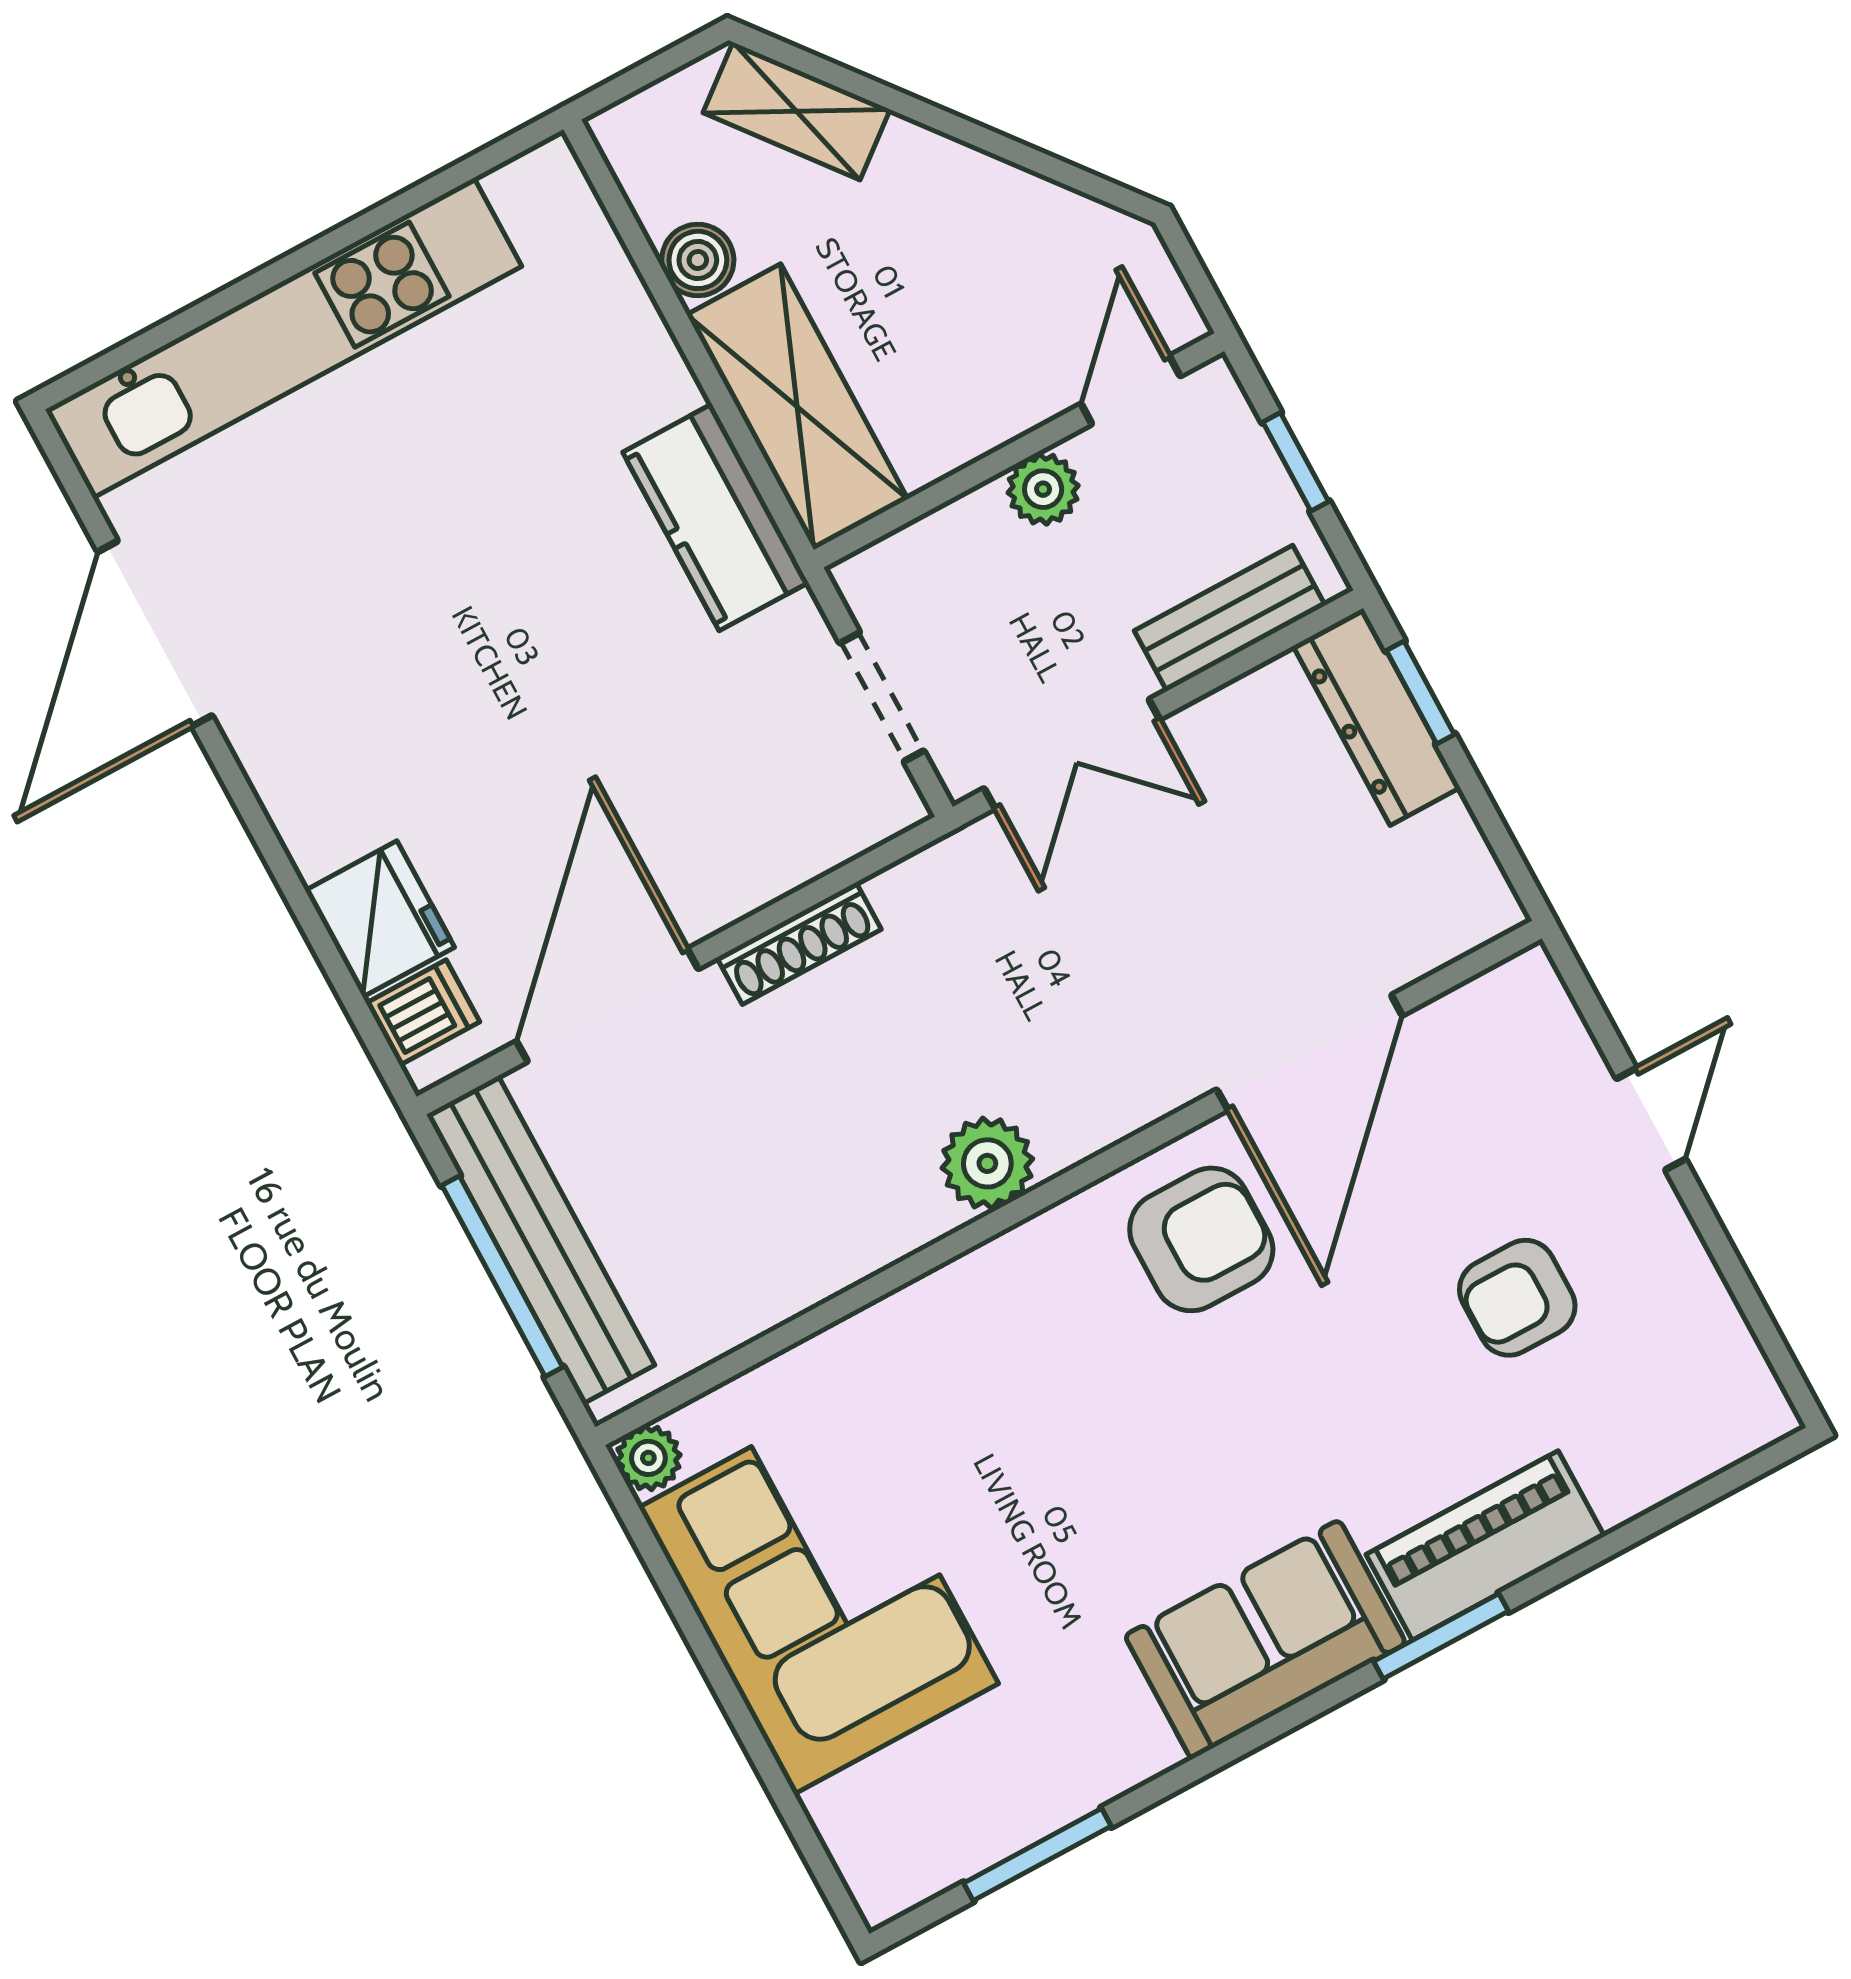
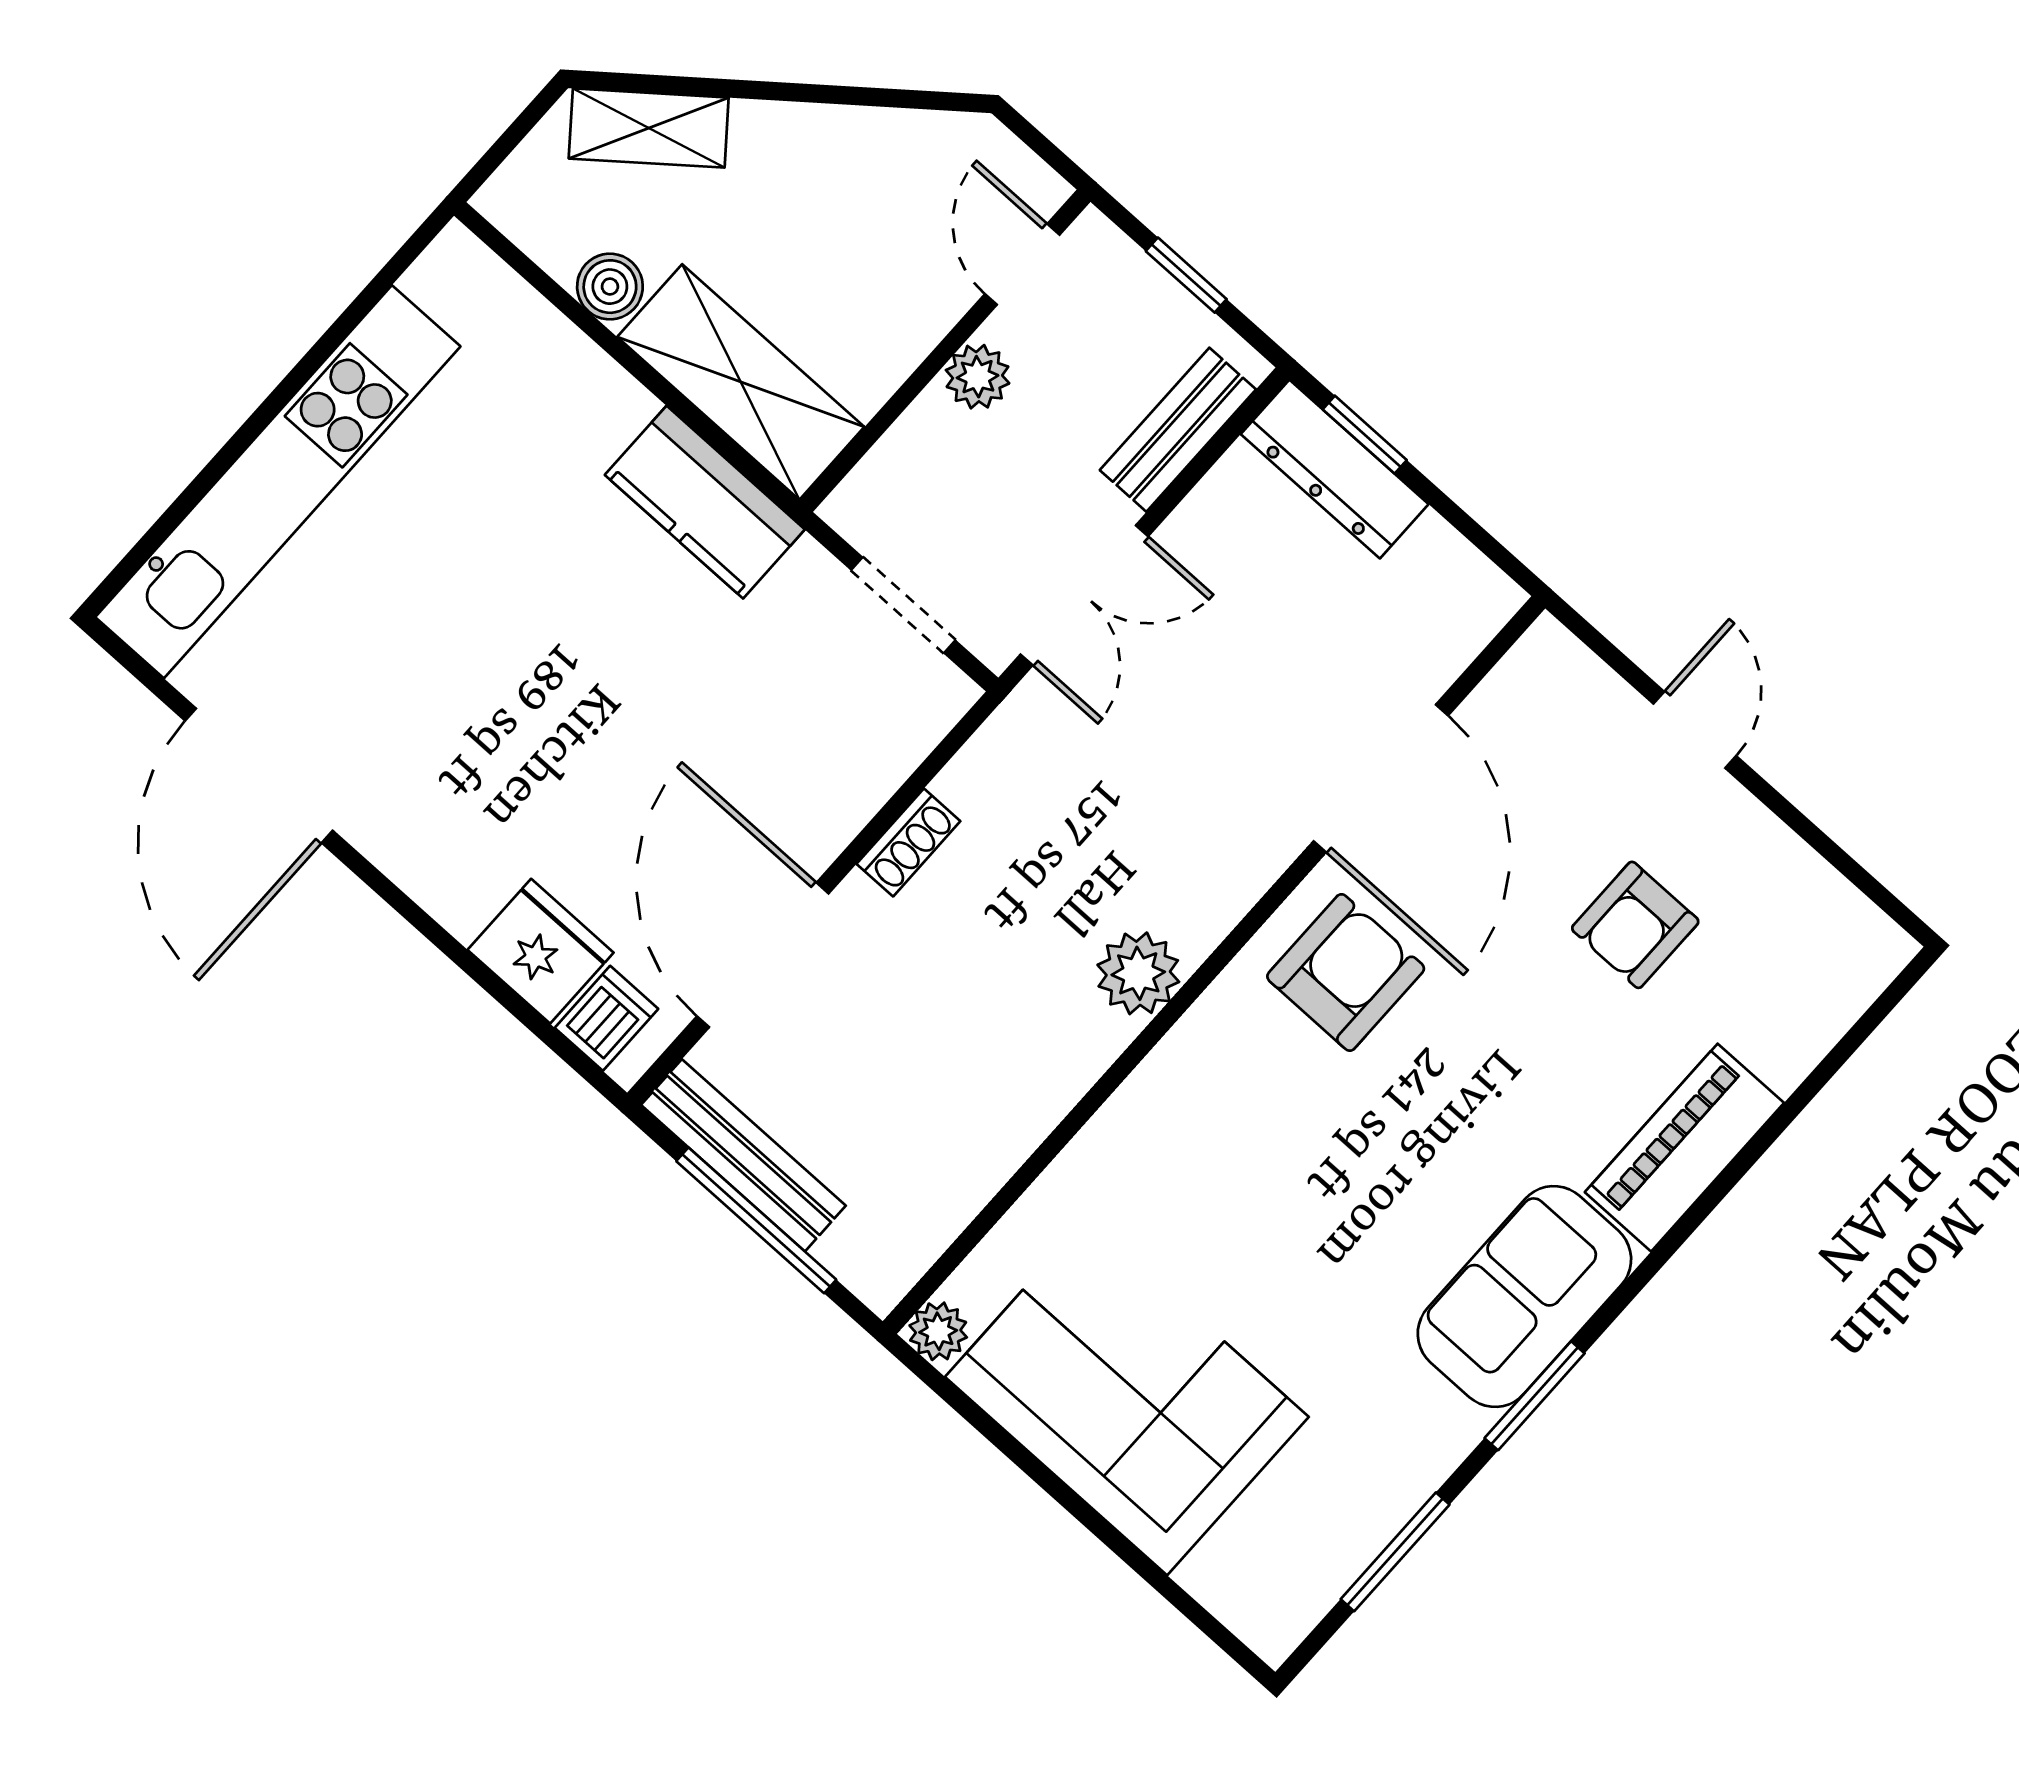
shoe rack: (799, 943) -> (908, 843), width x0.70
bench: (540, 1240) -> (743, 1155), width x0.73, depth x0.82
window: (1441, 1636) -> (1535, 1396), moved

